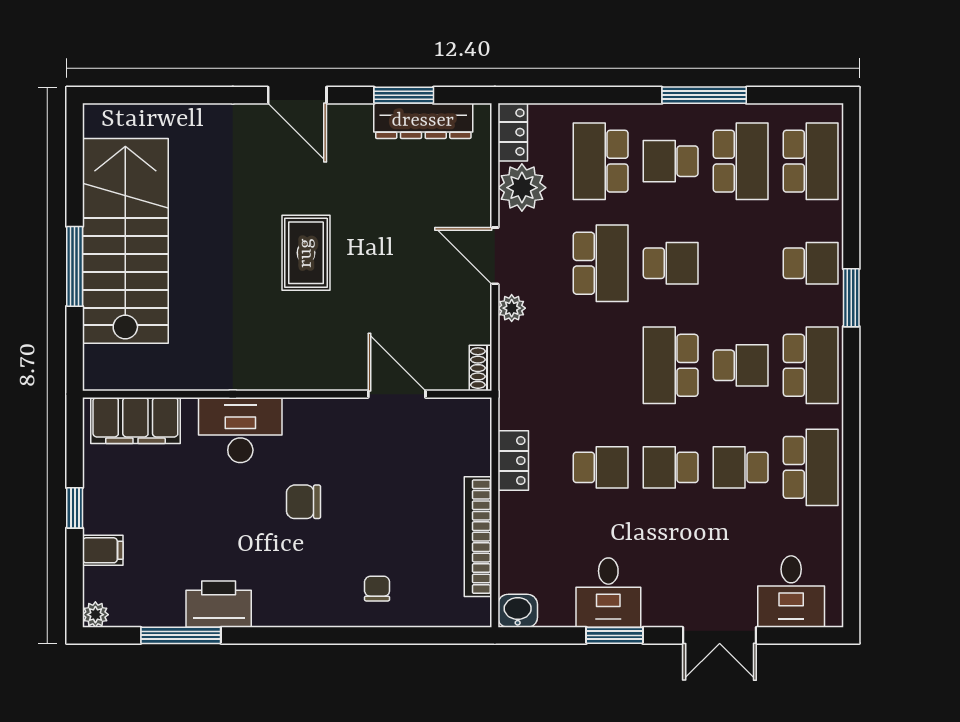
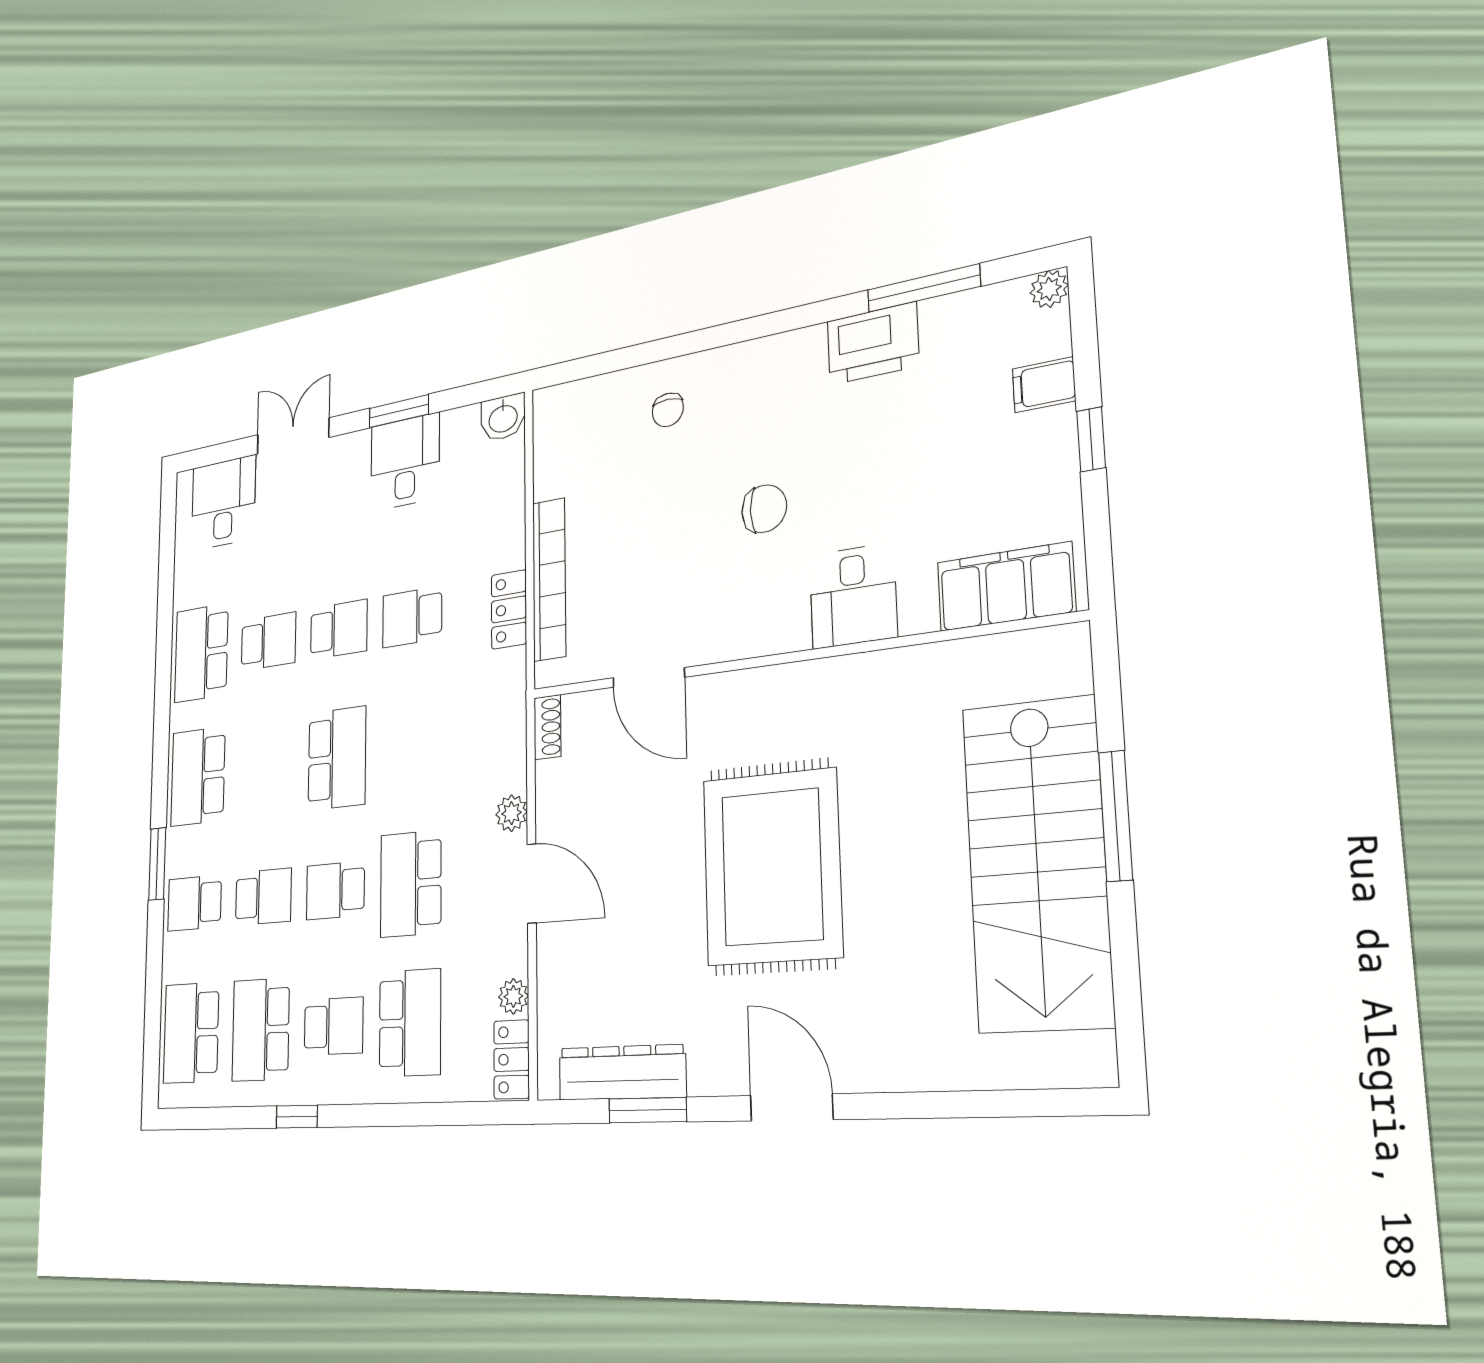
window: (704, 95) -> (297, 1117), width x0.46
plant: (522, 188) -> (513, 996), width x0.53, depth x0.53
rug: (306, 253) -> (772, 867), width x1.86, depth x2.06
school desk: (741, 365) -> (263, 897), moved, turned 180
desk: (240, 430) -> (853, 596), width x0.73
bookcase: (478, 537) -> (549, 579), moved

